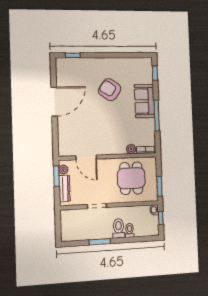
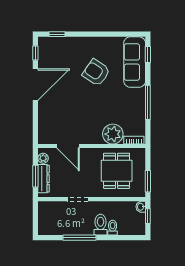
window: (53, 72) -> (35, 53), added
sofa: (144, 101) -> (135, 62), moved, width x1.36
plant: (131, 149) -> (113, 134), width x1.88, depth x1.88
window: (56, 176) -> (35, 176), moved
window: (100, 242) -> (79, 238), width x1.44

